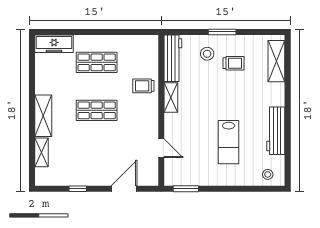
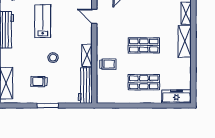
stool: (207, 54) -> (53, 58), moved

